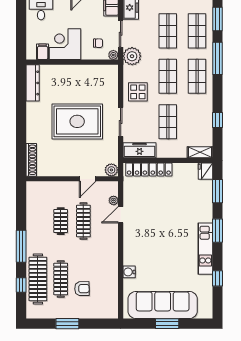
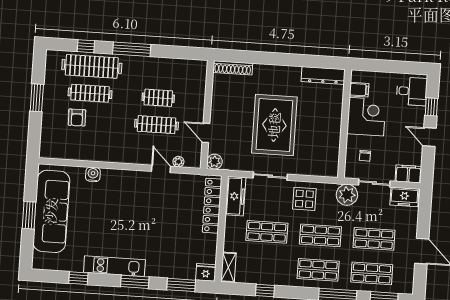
plant: (113, 55) -> (350, 173), removed

